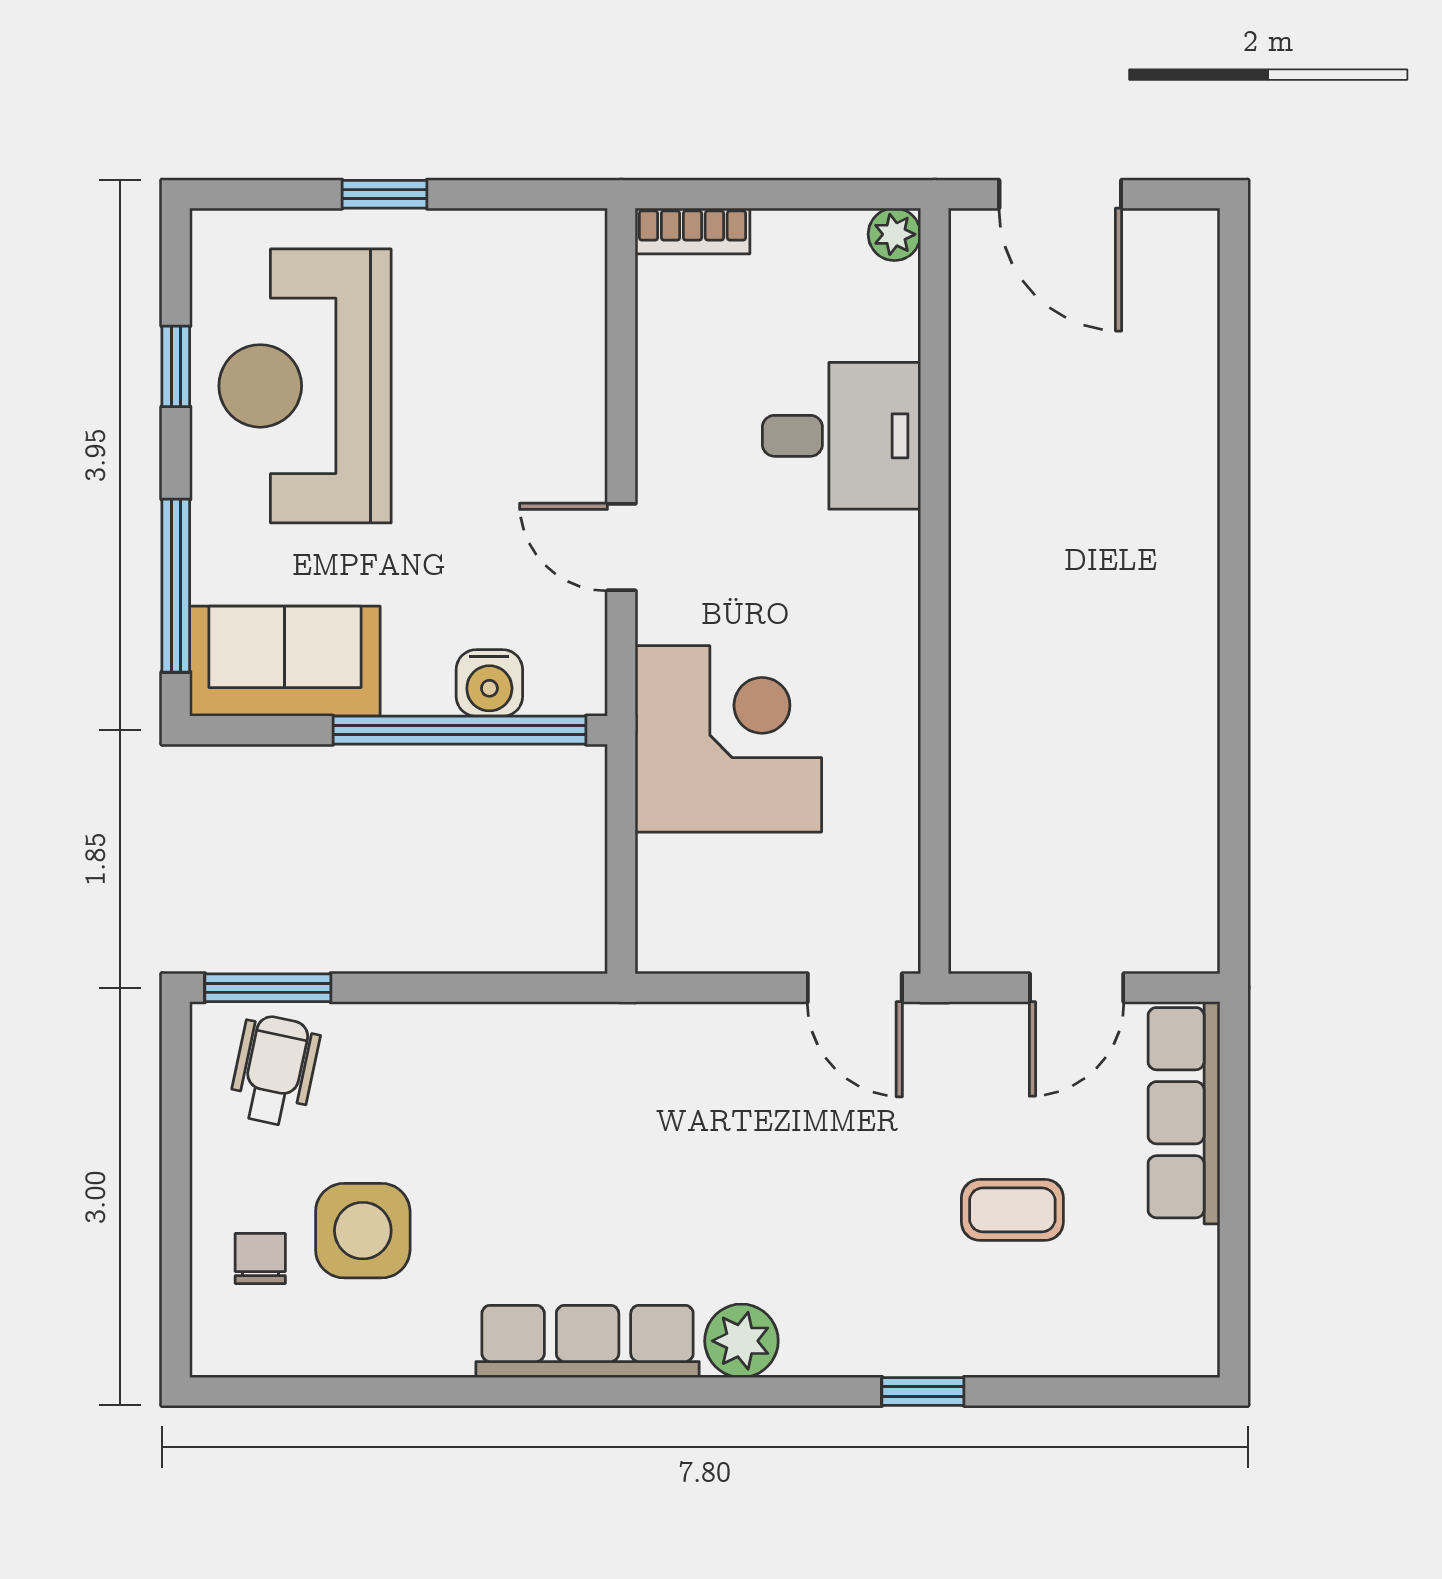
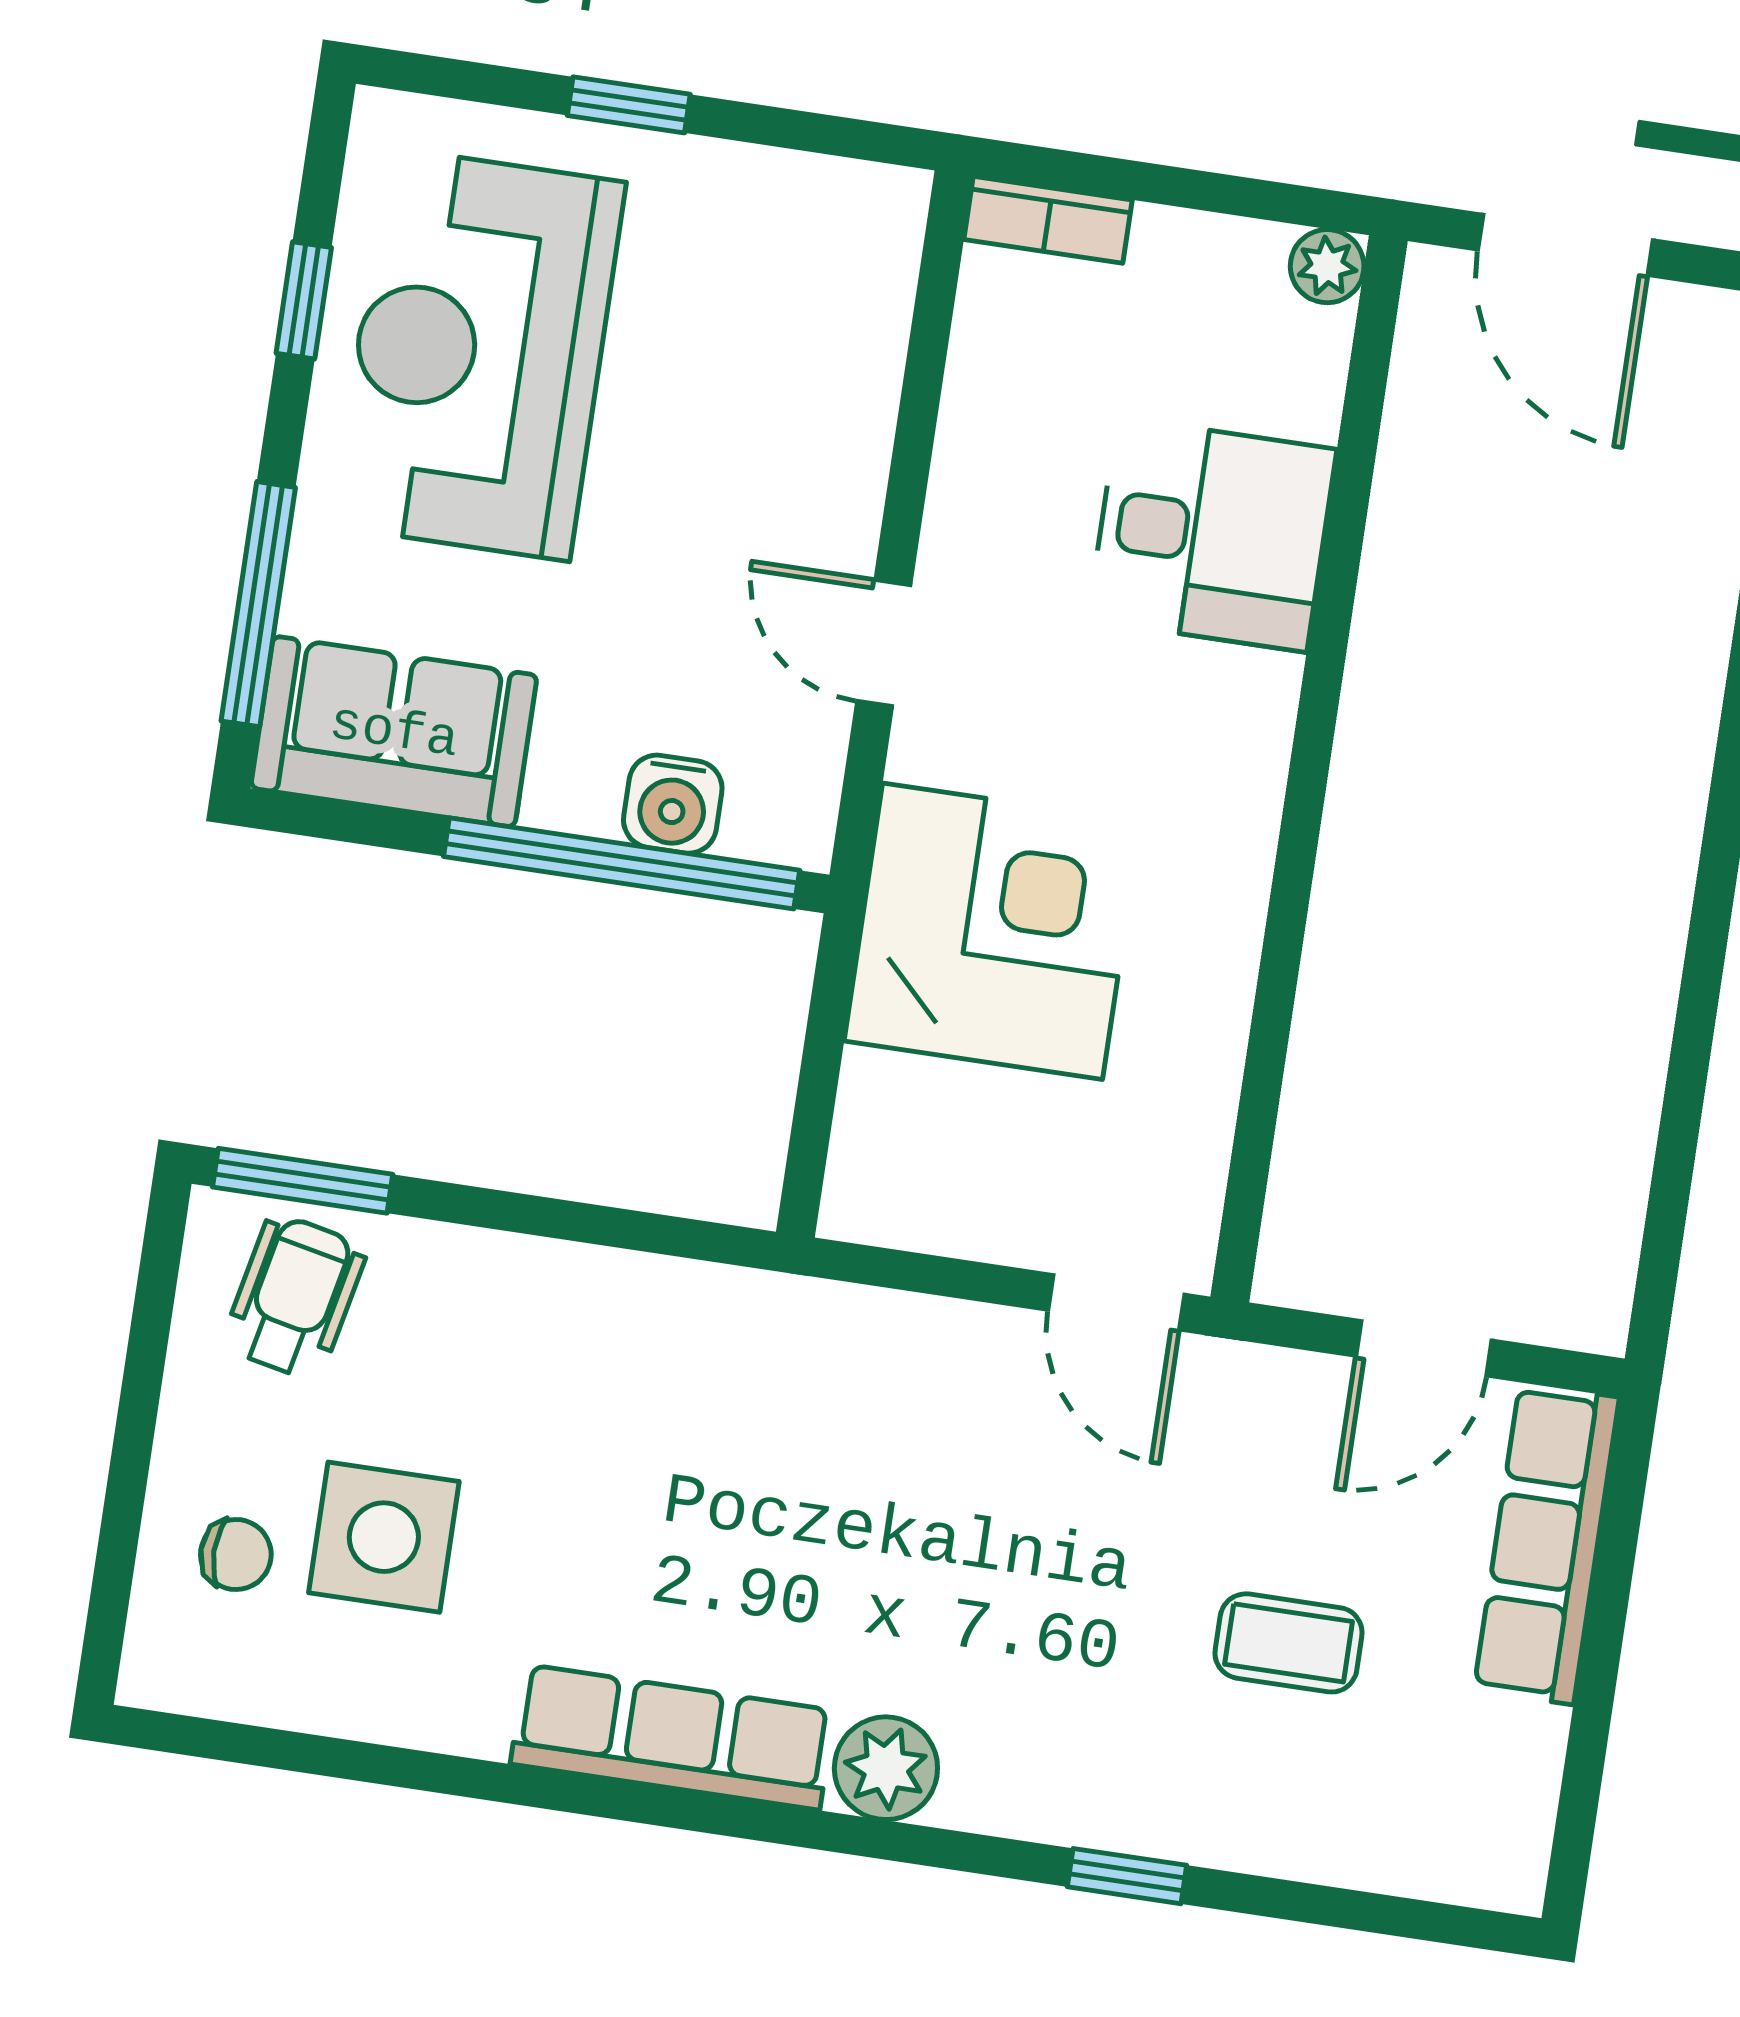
chair: (260, 1259) -> (236, 1554), turned 90

